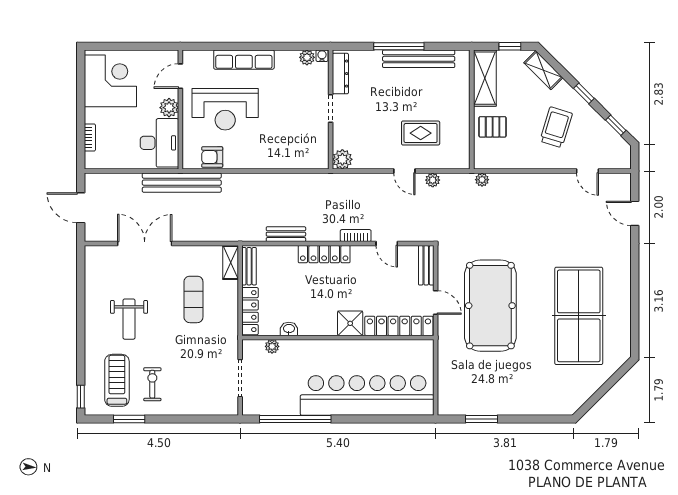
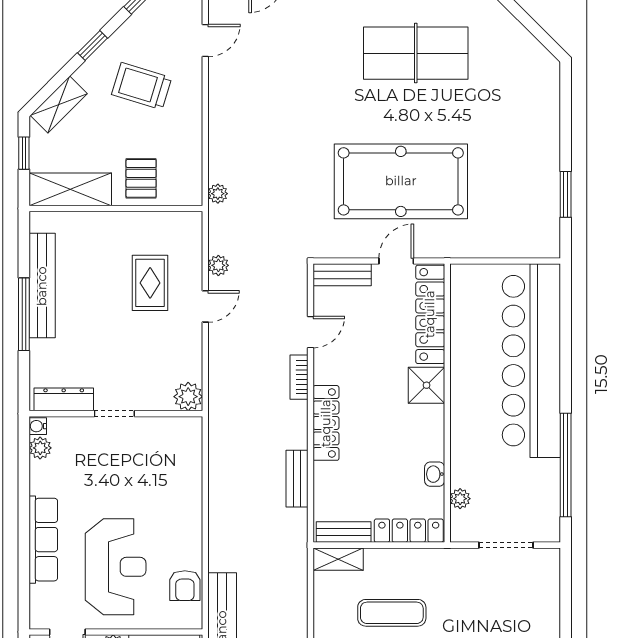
table tennis table: (579, 316) -> (416, 53), width x0.73, depth x0.76

